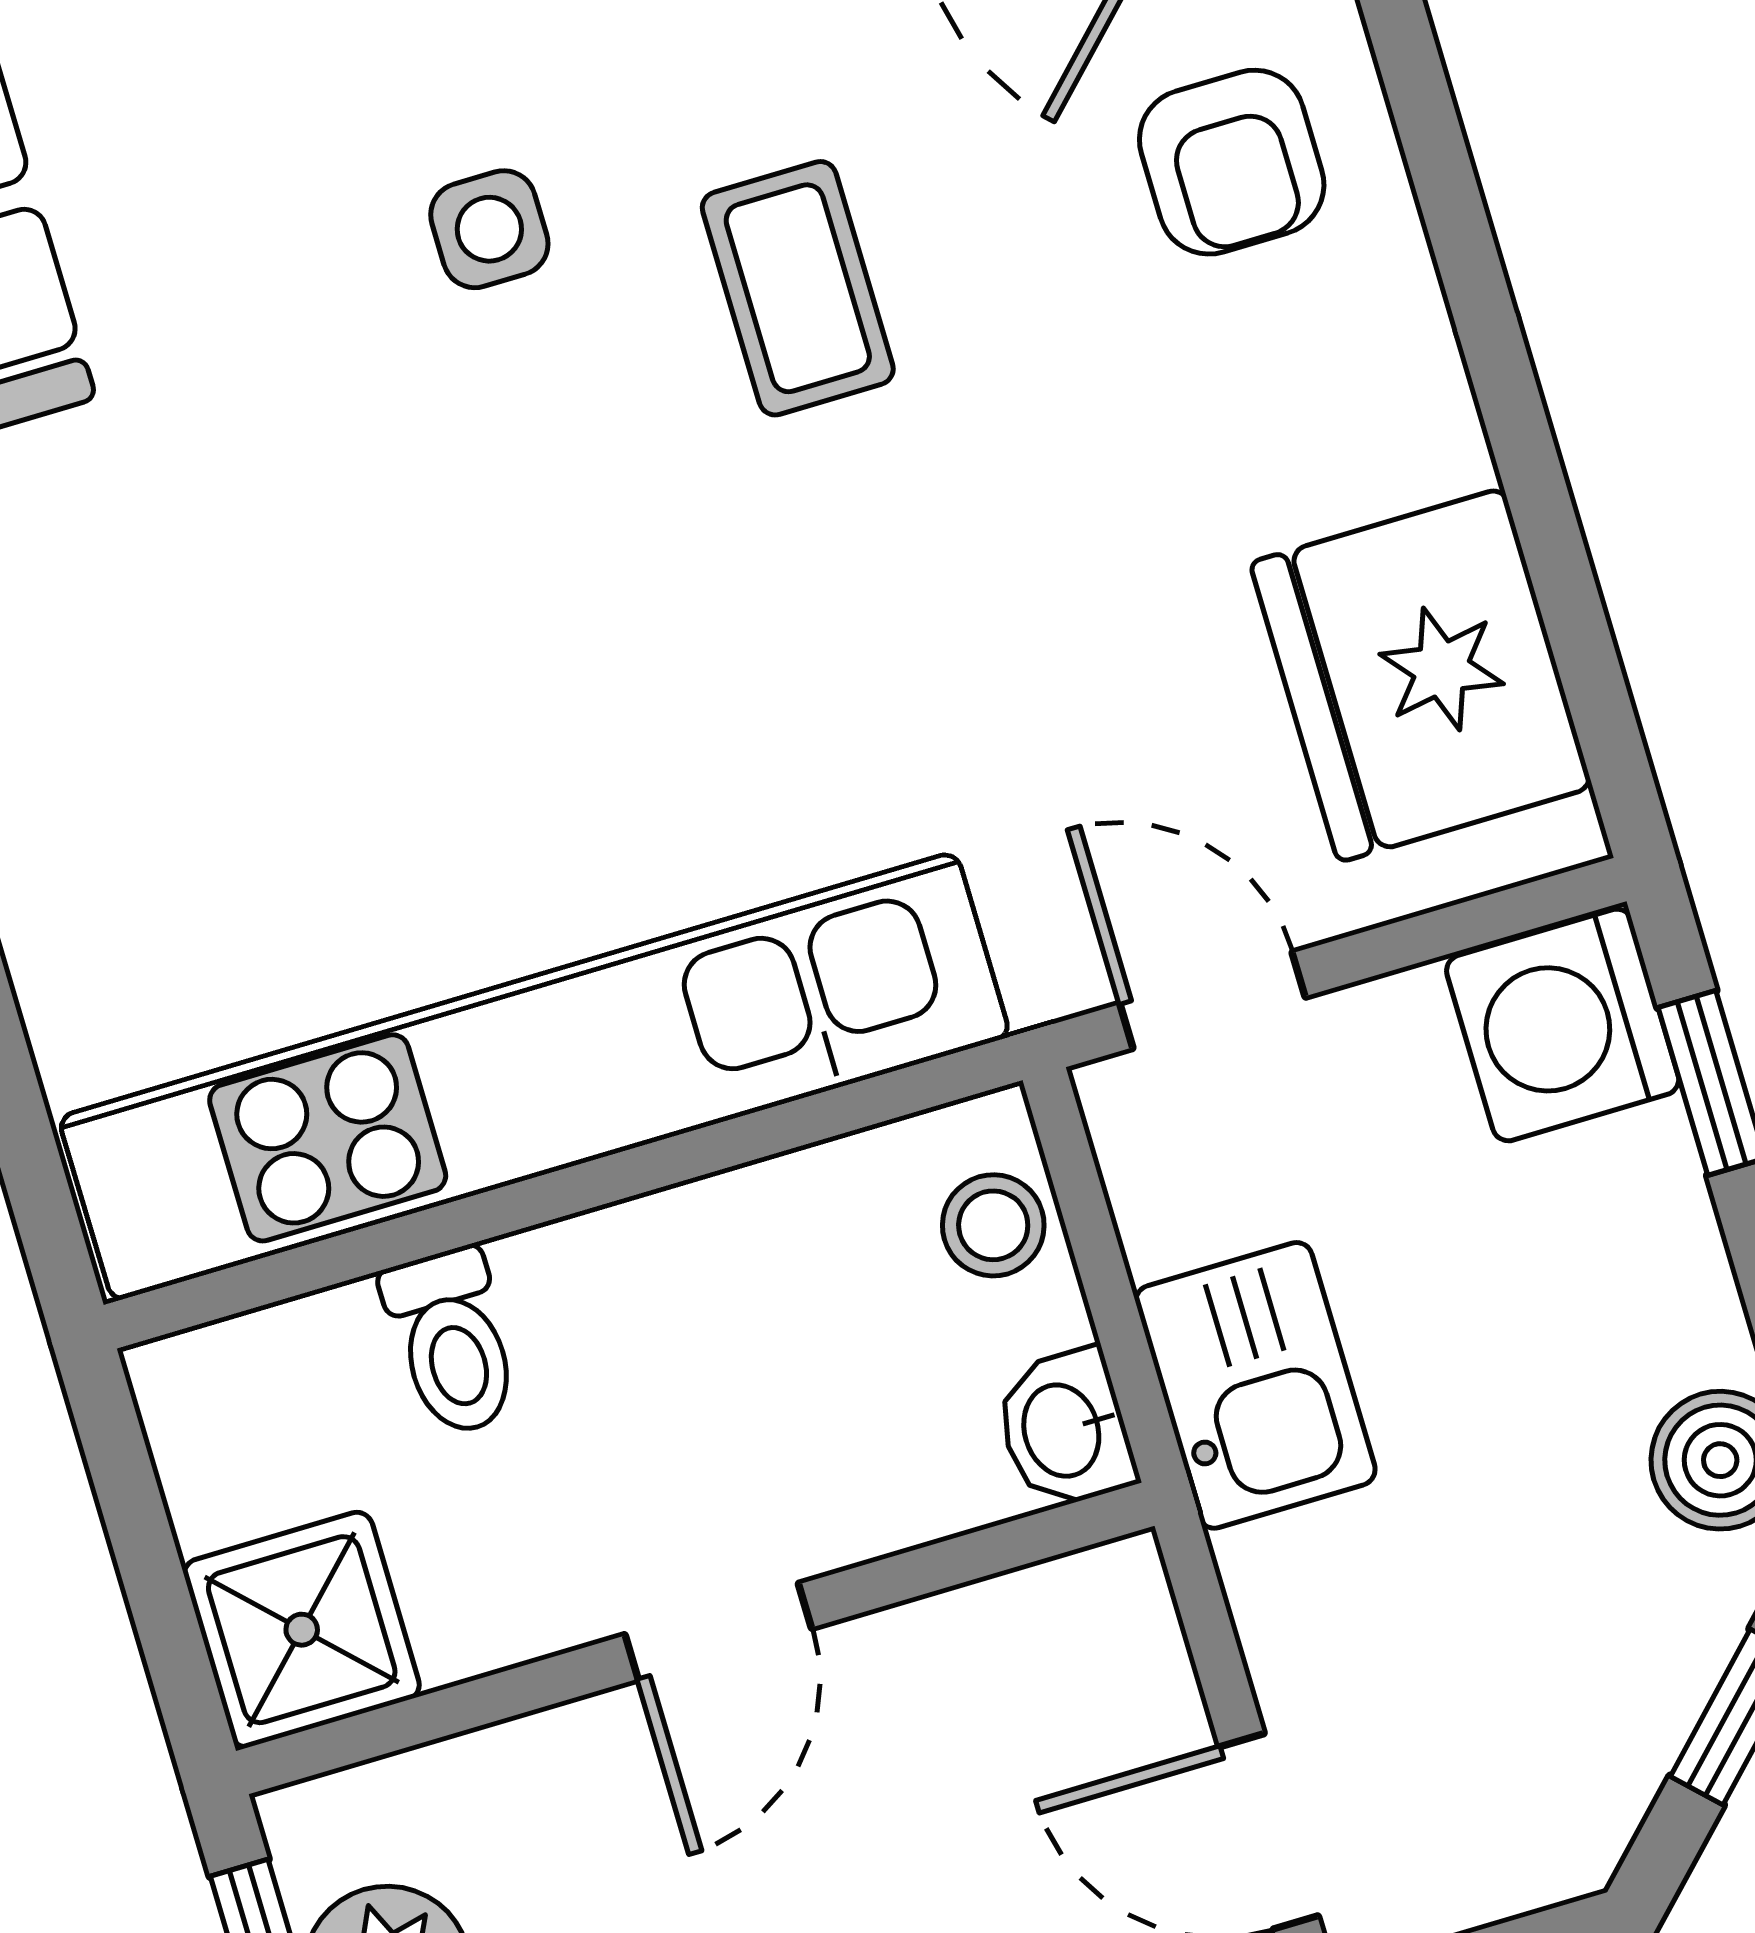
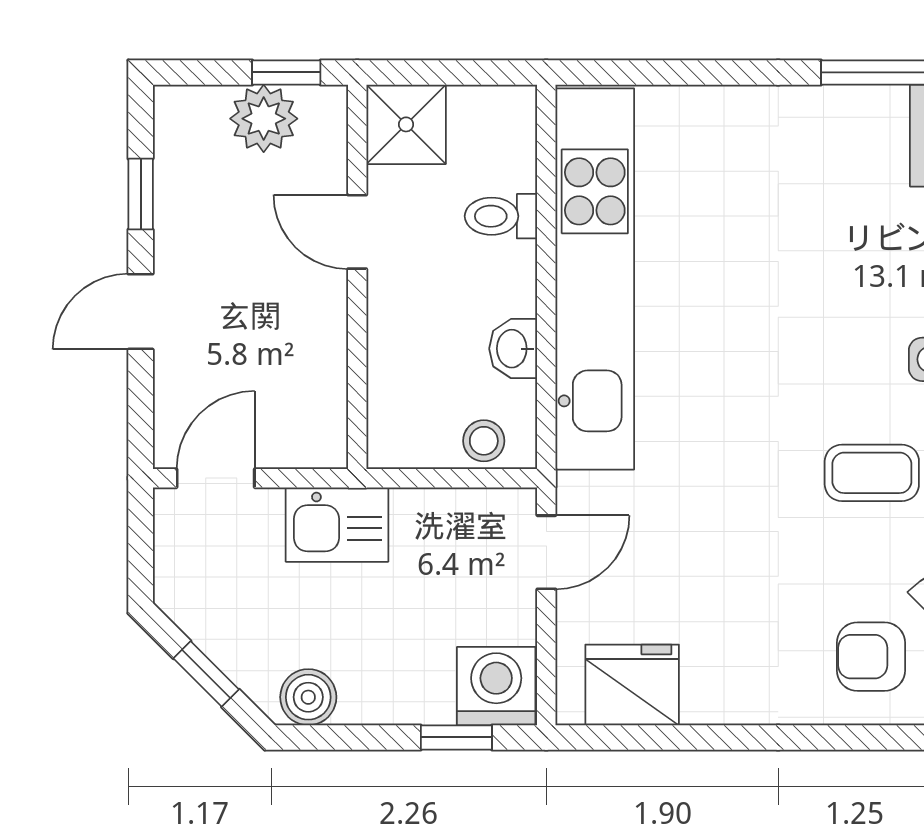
fridge: (1421, 675) -> (632, 685), width x0.73, depth x0.75
kitchen sink: (1255, 1385) -> (337, 525), moved
washbasin: (1065, 1430) -> (513, 349), moved, turned -90
door: (718, 1632) -> (357, 232), moved

